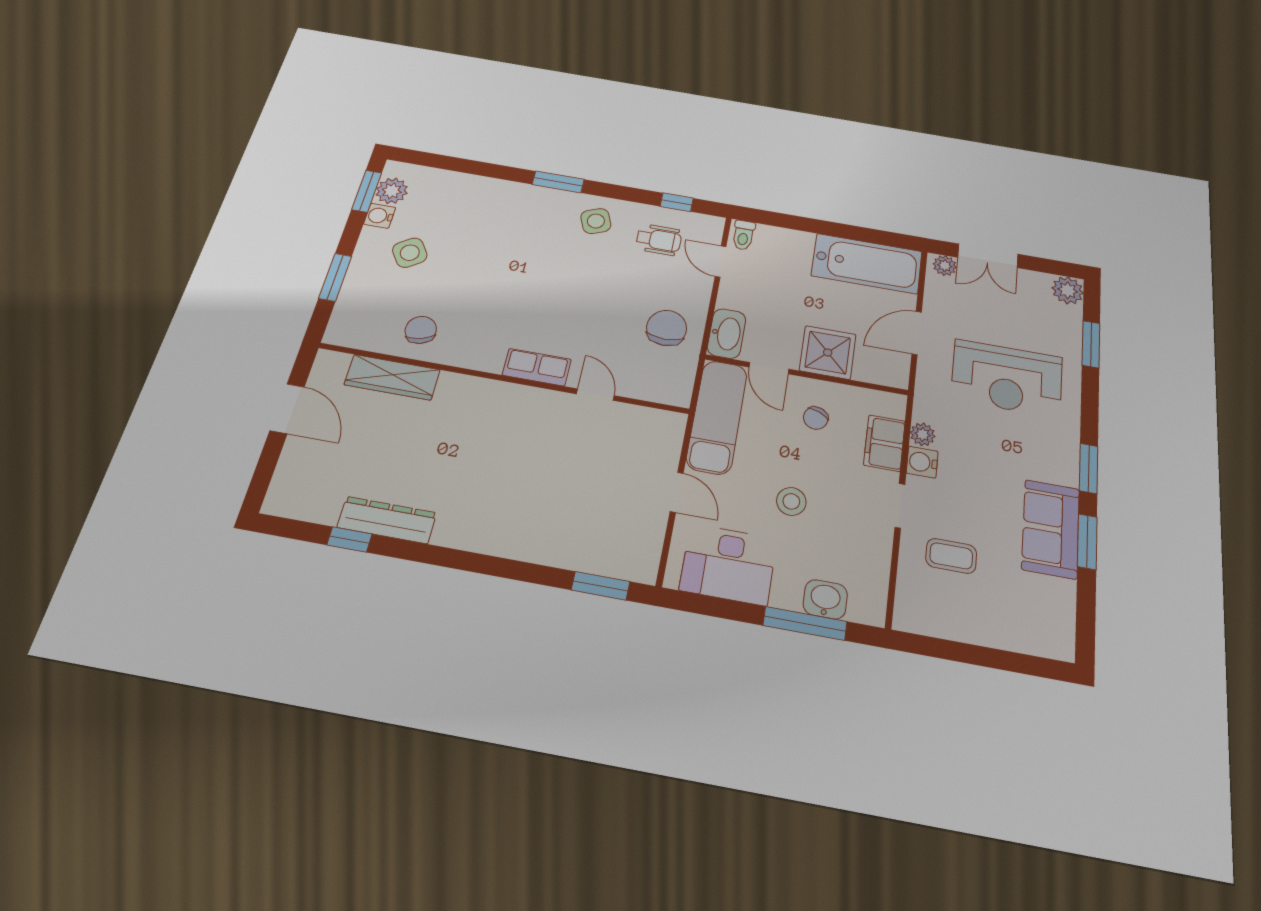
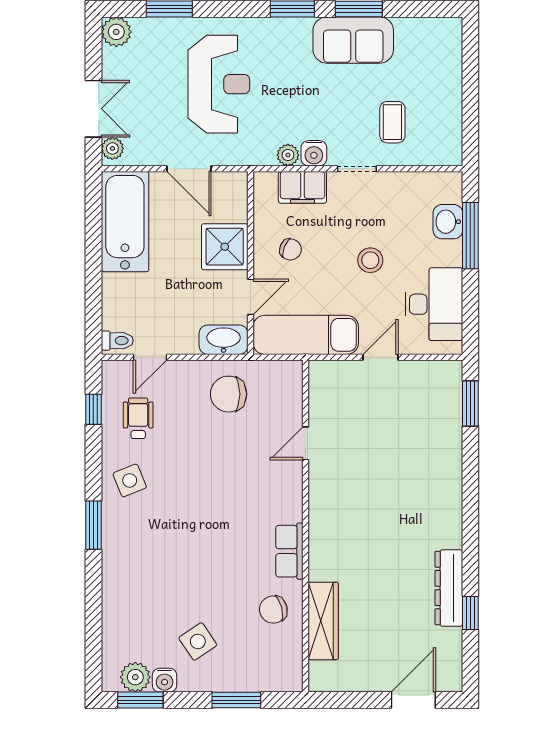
row of seats: (537, 367) -> (289, 551), moved
door: (287, 409) -> (413, 700), moved

